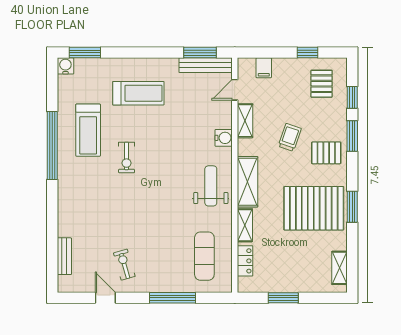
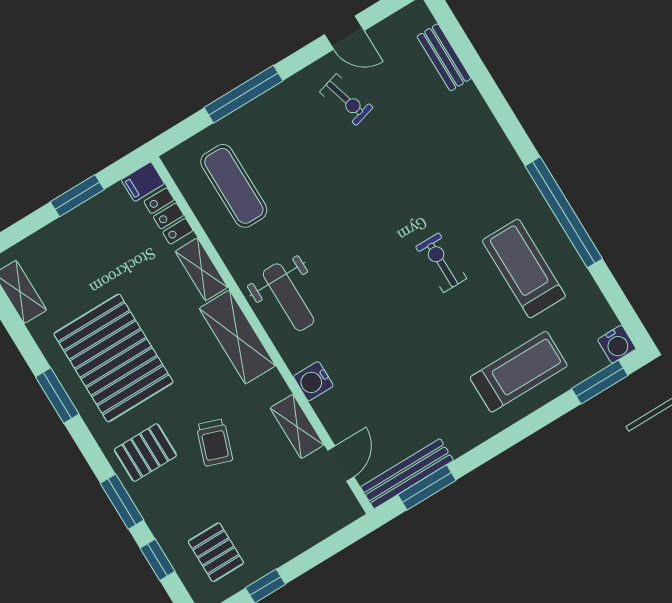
filing cabinet: (264, 68) -> (143, 182), moved, turned -90
treadmill: (138, 93) -> (519, 372), moved, turned 180
pallet: (314, 208) -> (113, 358), turned 90

